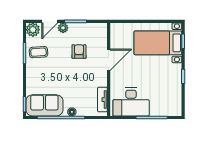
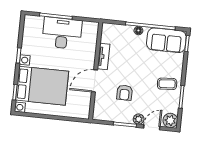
bed with nightstands: (158, 43) -> (42, 86), width x1.36
coffee table: (38, 52) -> (167, 84), moved
tv unit: (102, 100) -> (104, 57), moved
desk: (131, 102) -> (62, 33), moved

